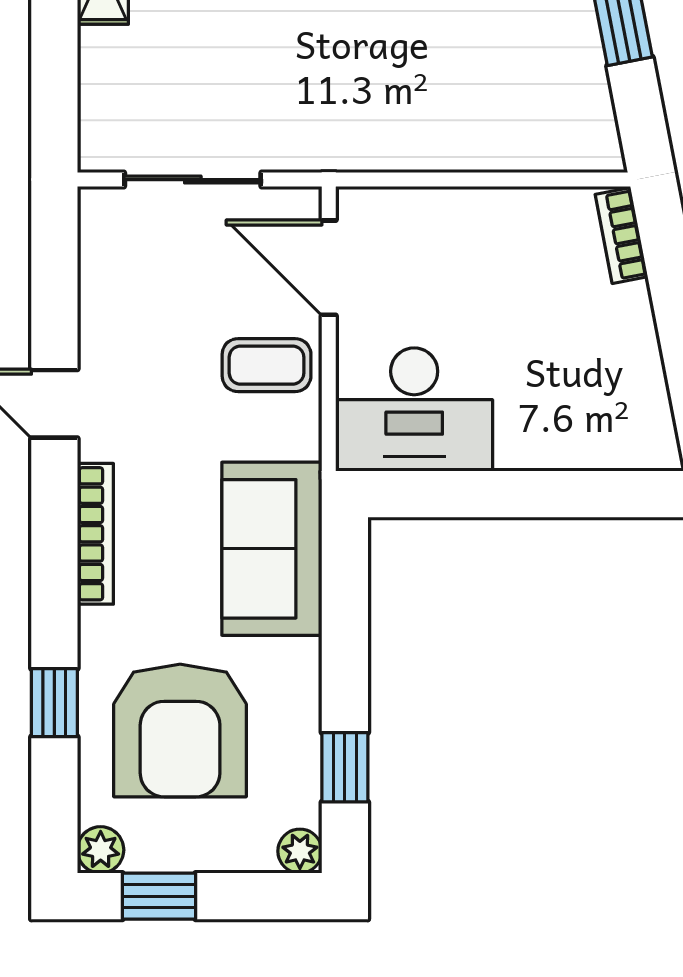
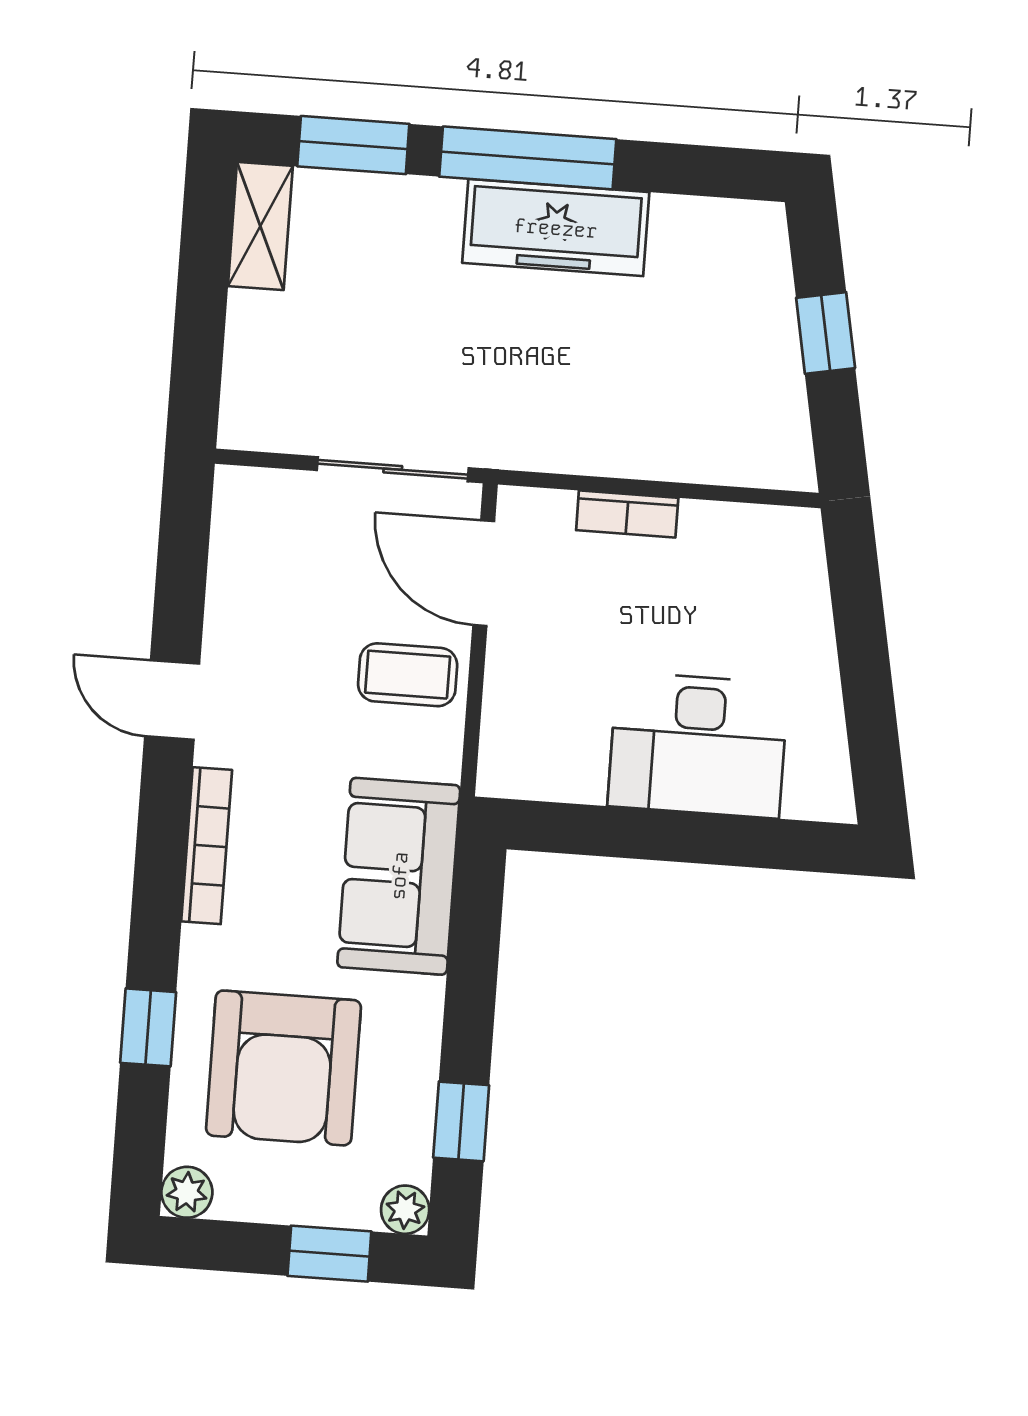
sliding door: (193, 180) -> (393, 469), moved
bookcase: (621, 236) -> (627, 514), moved, turned -79
desk: (414, 410) -> (698, 745), moved
window: (159, 896) -> (329, 1254), moved

